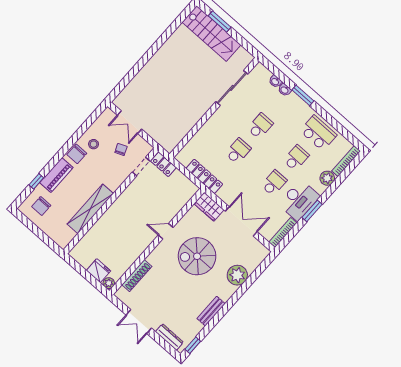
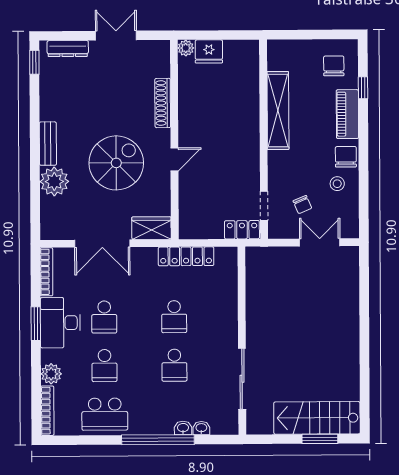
window: (303, 95) -> (158, 440), width x2.11
shoe rack: (137, 276) -> (163, 103), moved
bench: (211, 311) -> (48, 144), moved

